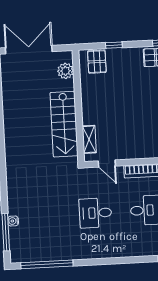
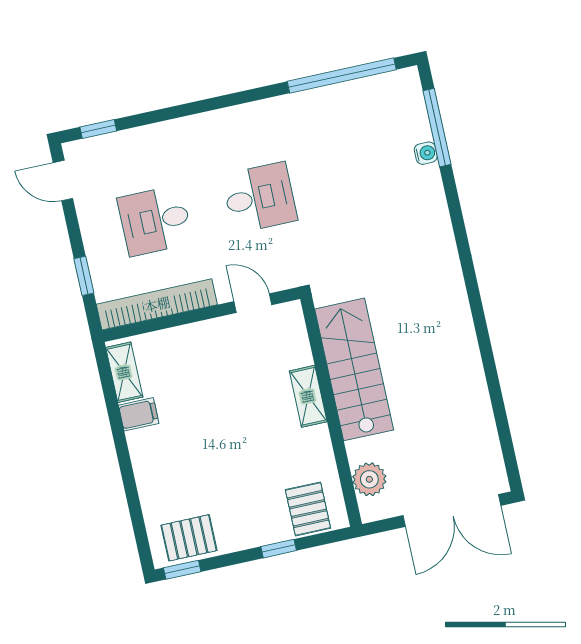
shelving: (89, 139) -> (308, 396), moved

